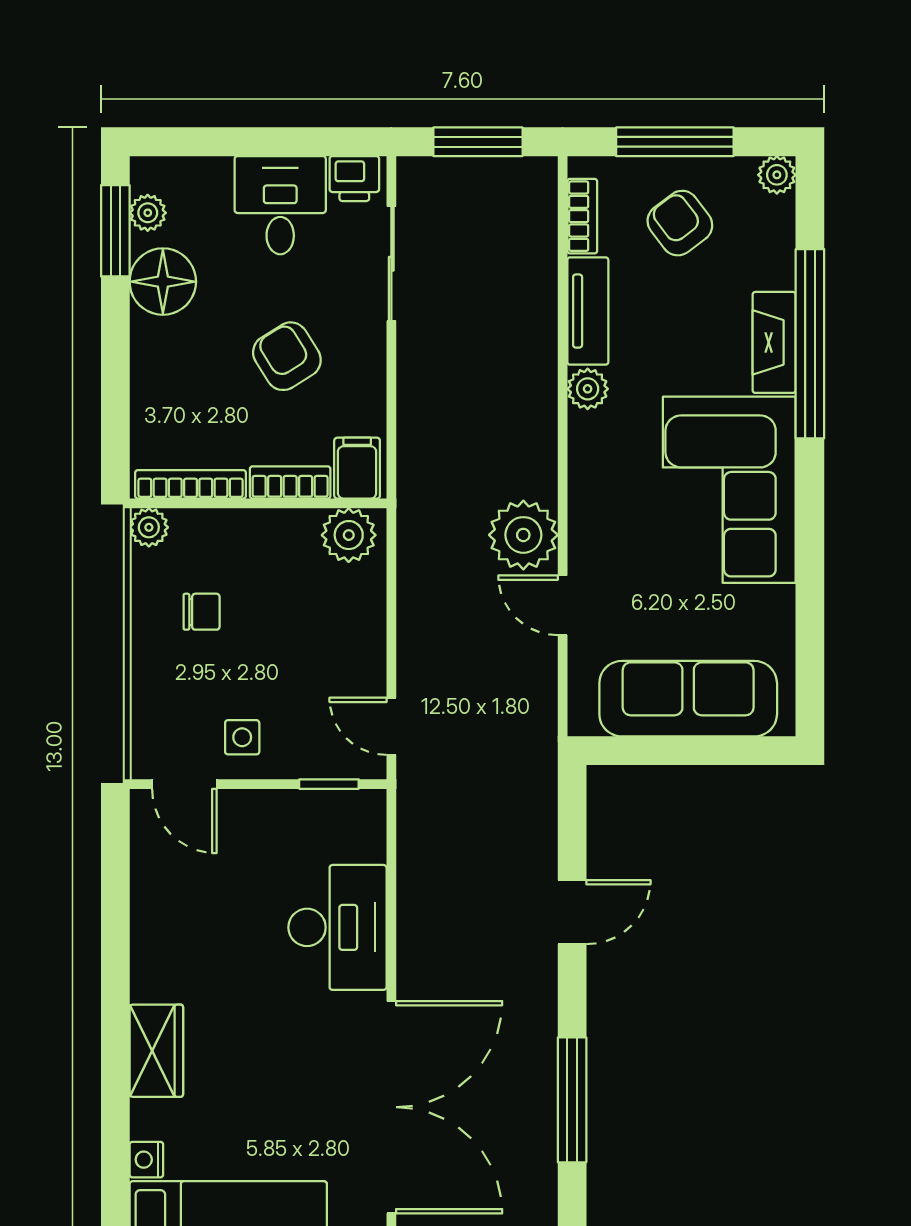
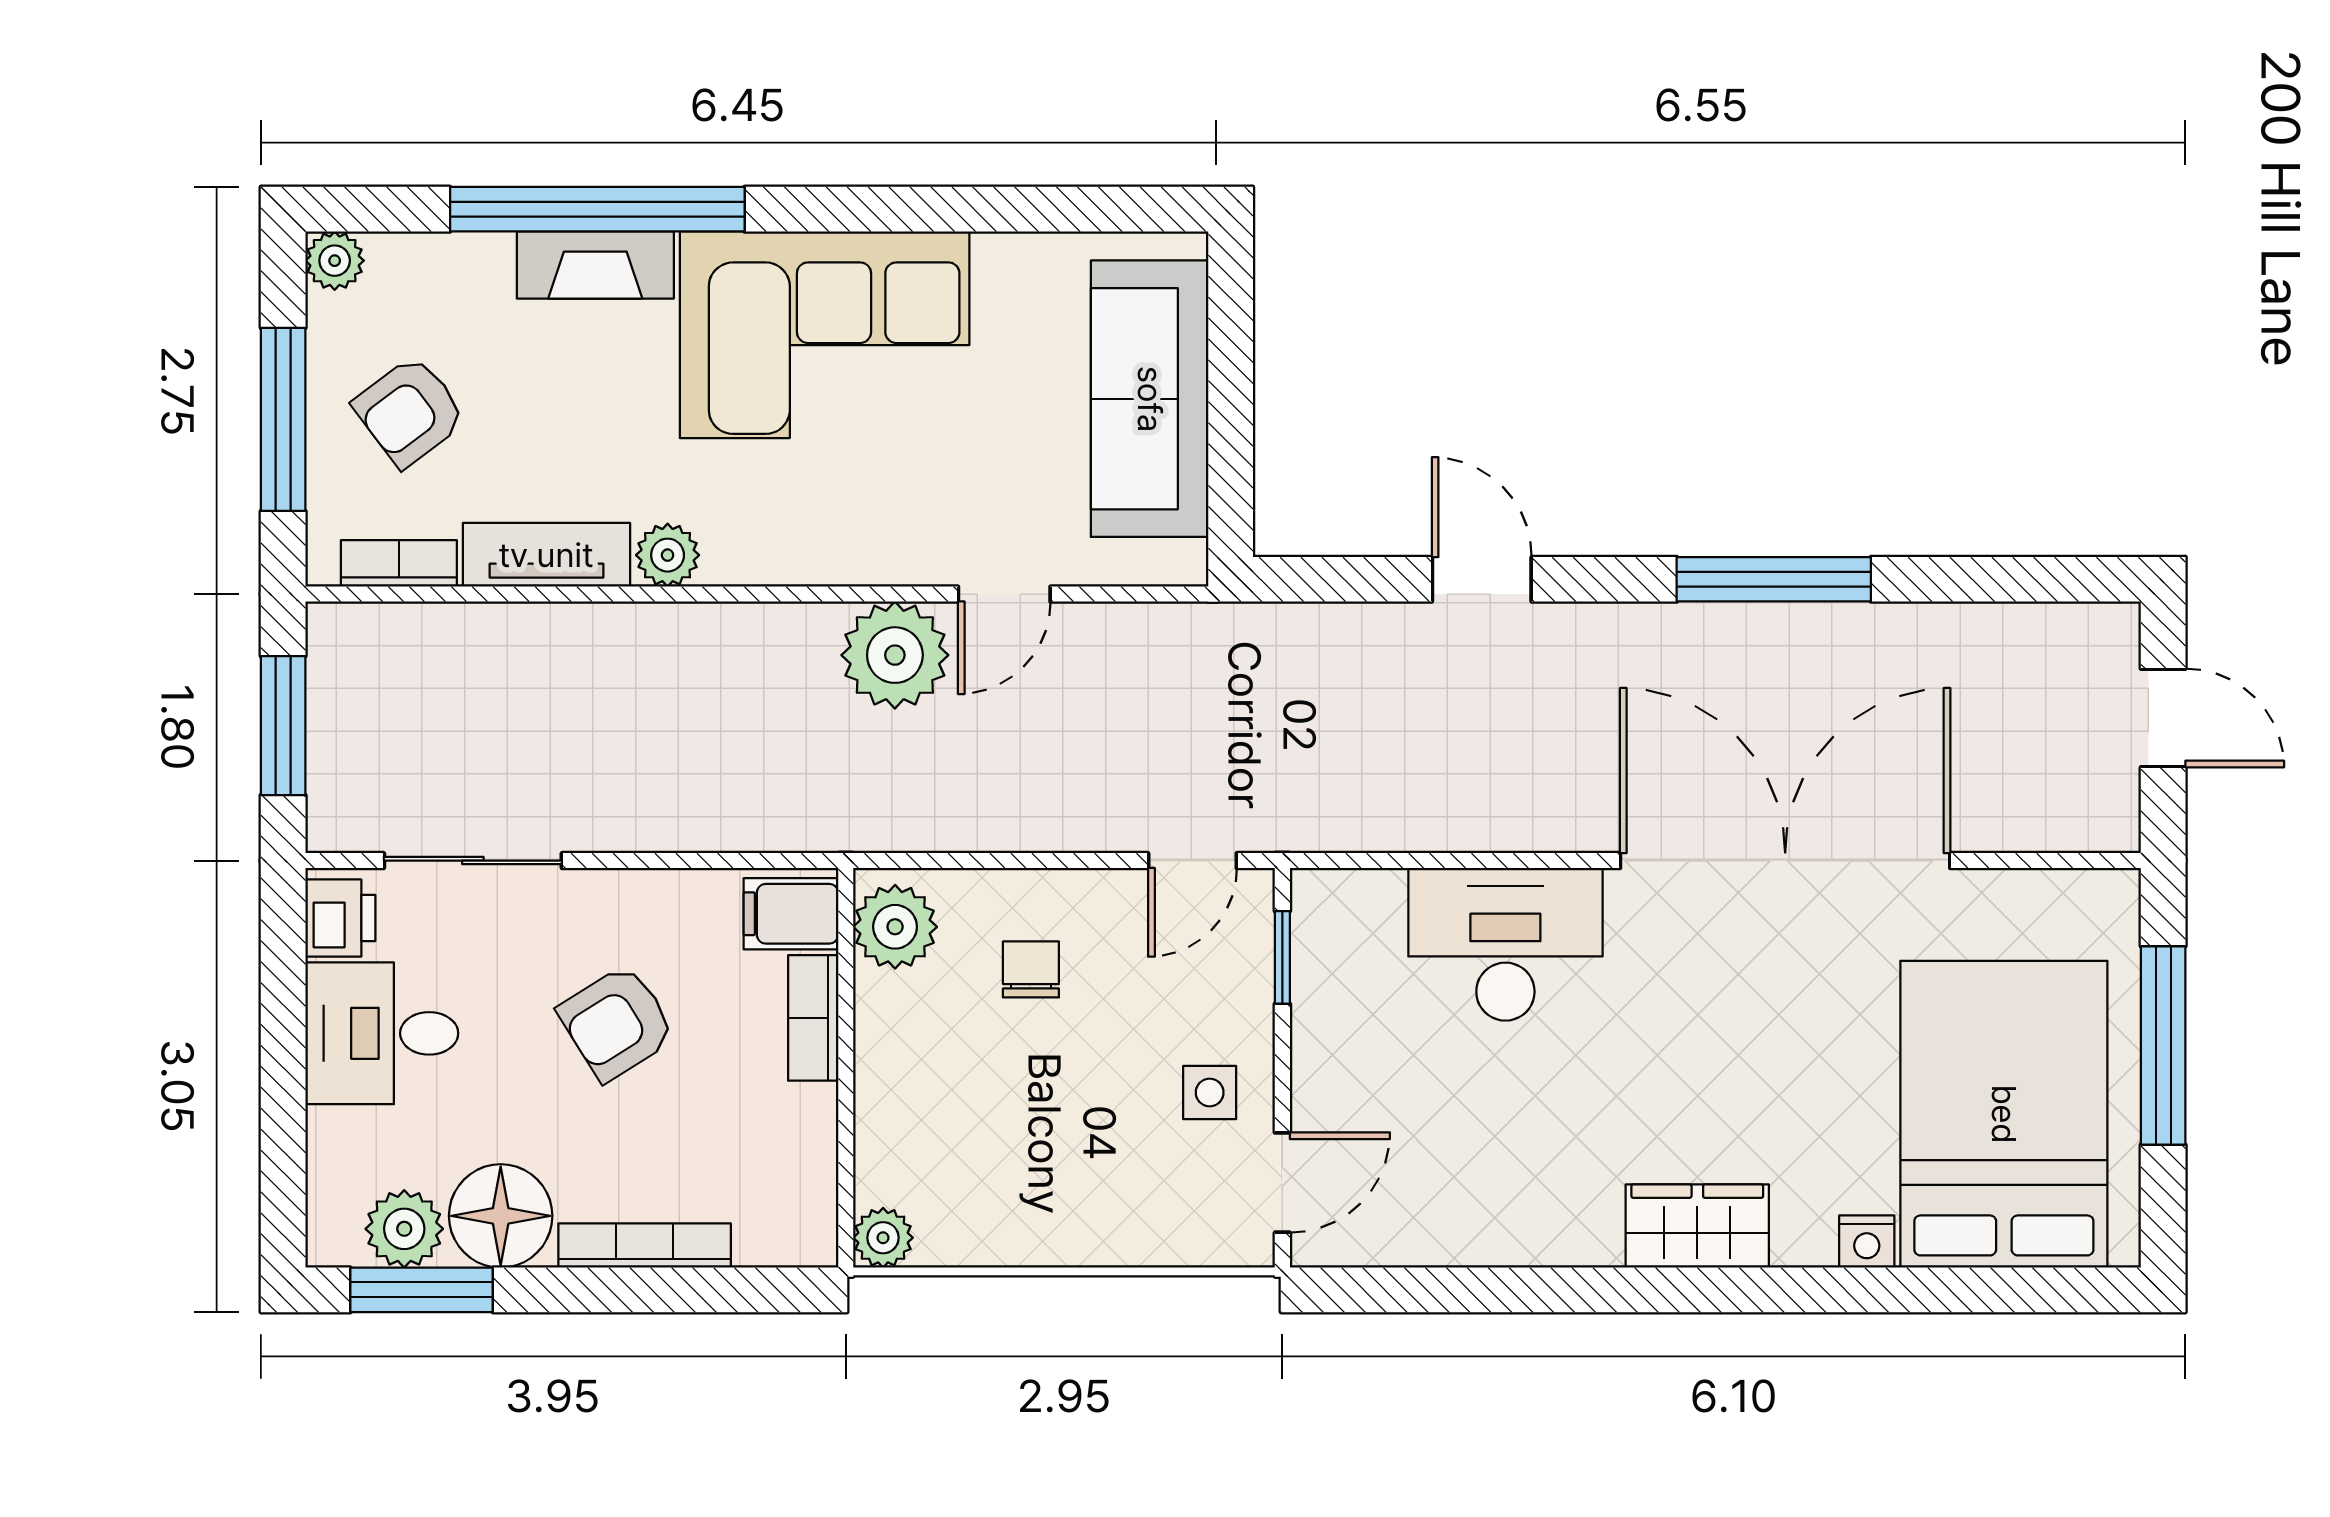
plant: (148, 213) -> (404, 1229), width x1.38, depth x1.38
bookcase: (191, 484) -> (645, 1246), moved, turned 90
chair: (202, 612) -> (1031, 969), moved

